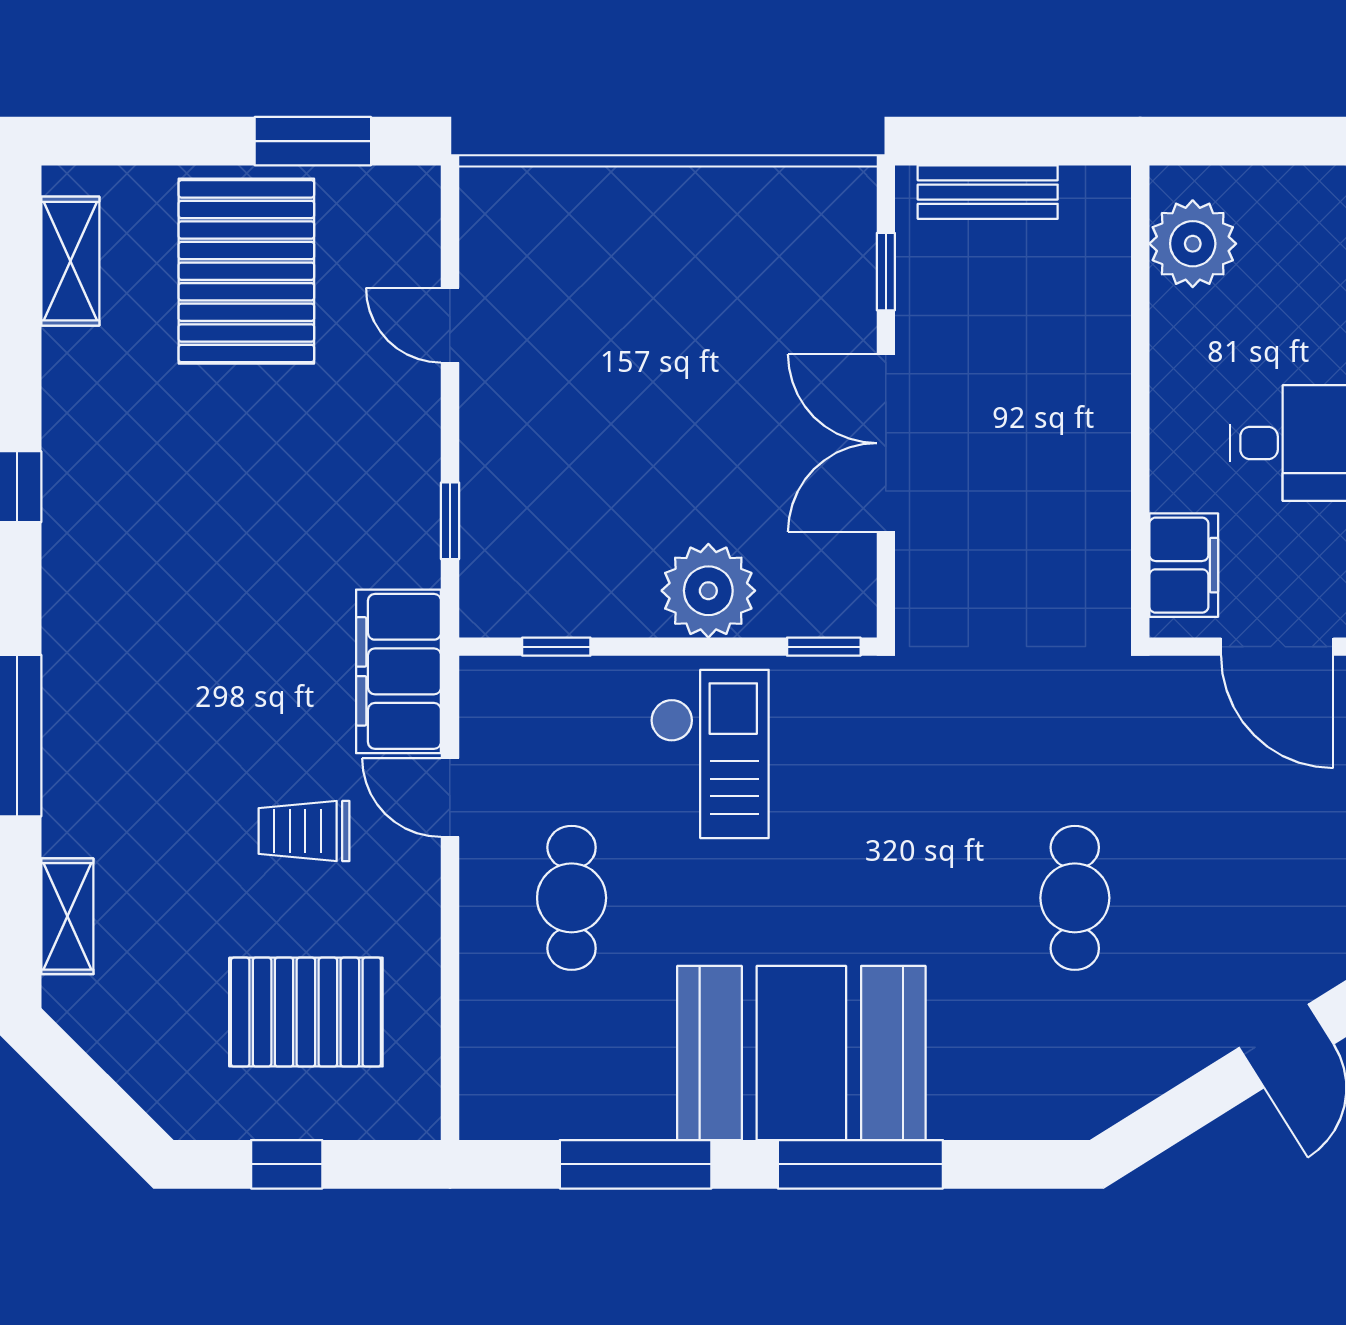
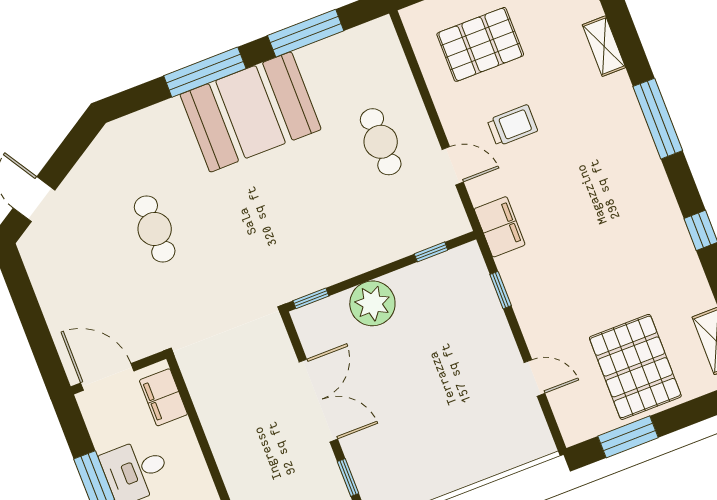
filing cabinet: (398, 671) -> (500, 227), width x0.67, depth x0.86
checkout: (710, 754) -> (344, 230), removed

